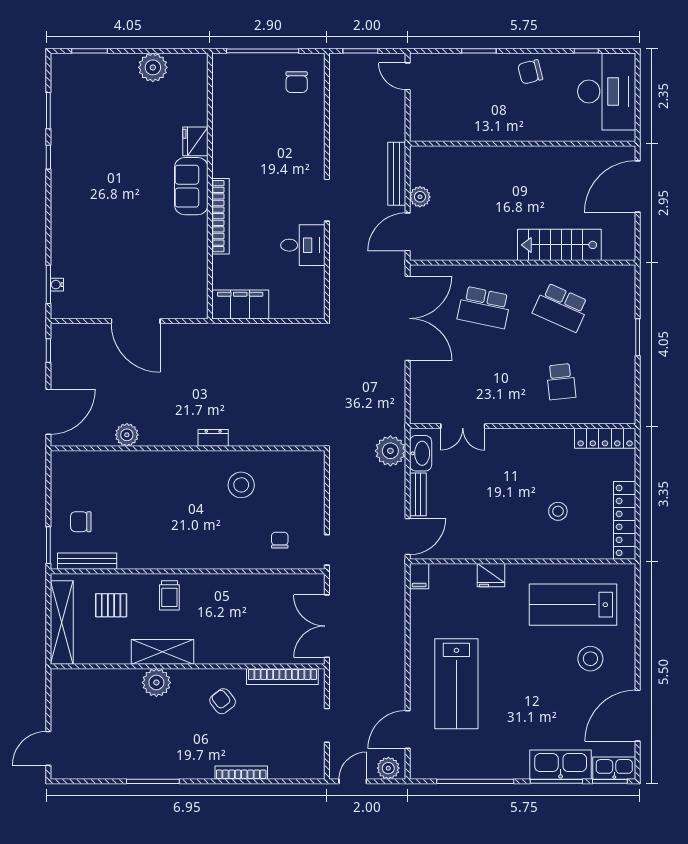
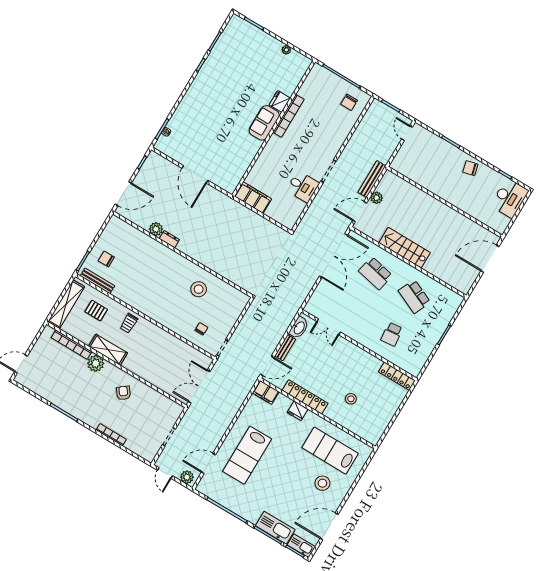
plant: (153, 67) -> (286, 50), width x0.53, depth x0.53
desk: (607, 91) -> (510, 198), width x0.73, depth x0.77
bookcase: (220, 216) -> (288, 116), moved
stairs: (559, 245) -> (405, 248), moved
dresser: (213, 438) -> (169, 239), moved
plant: (390, 451) -> (284, 317), removed
locker: (625, 520) -> (305, 397), moved, turned 90
filing cabinet: (419, 576) -> (266, 392), width x2.00
bookcase: (282, 676) -> (71, 345), moved
door: (353, 781) -> (165, 473), swing flipped

